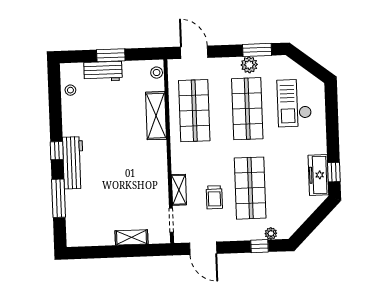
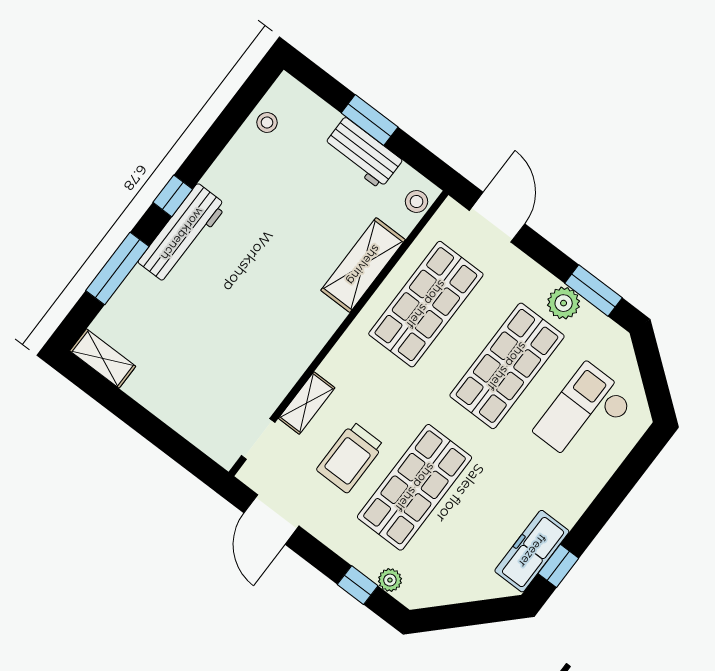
workbench: (103, 71) -> (363, 153), moved
trolley: (214, 197) -> (350, 457), width x1.36, depth x1.39
shelving: (132, 237) -> (103, 359), moved

